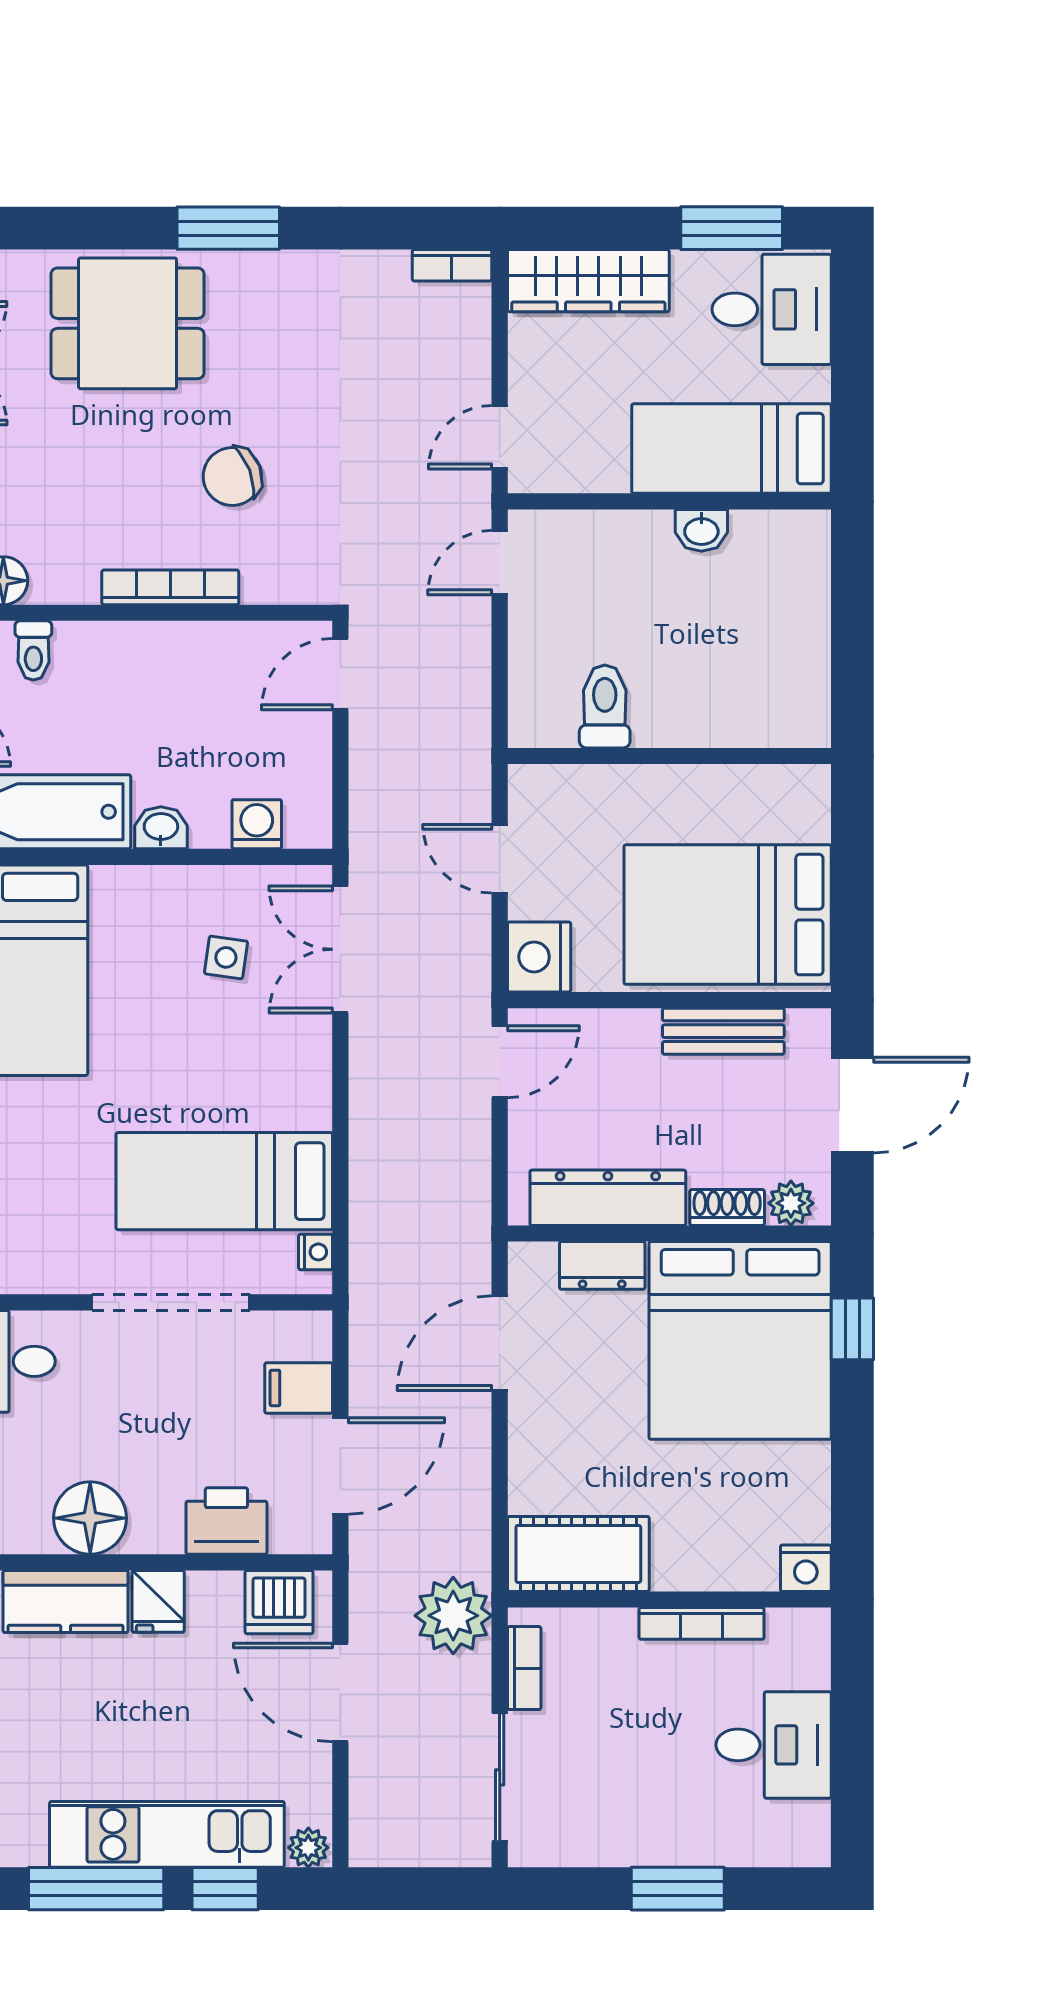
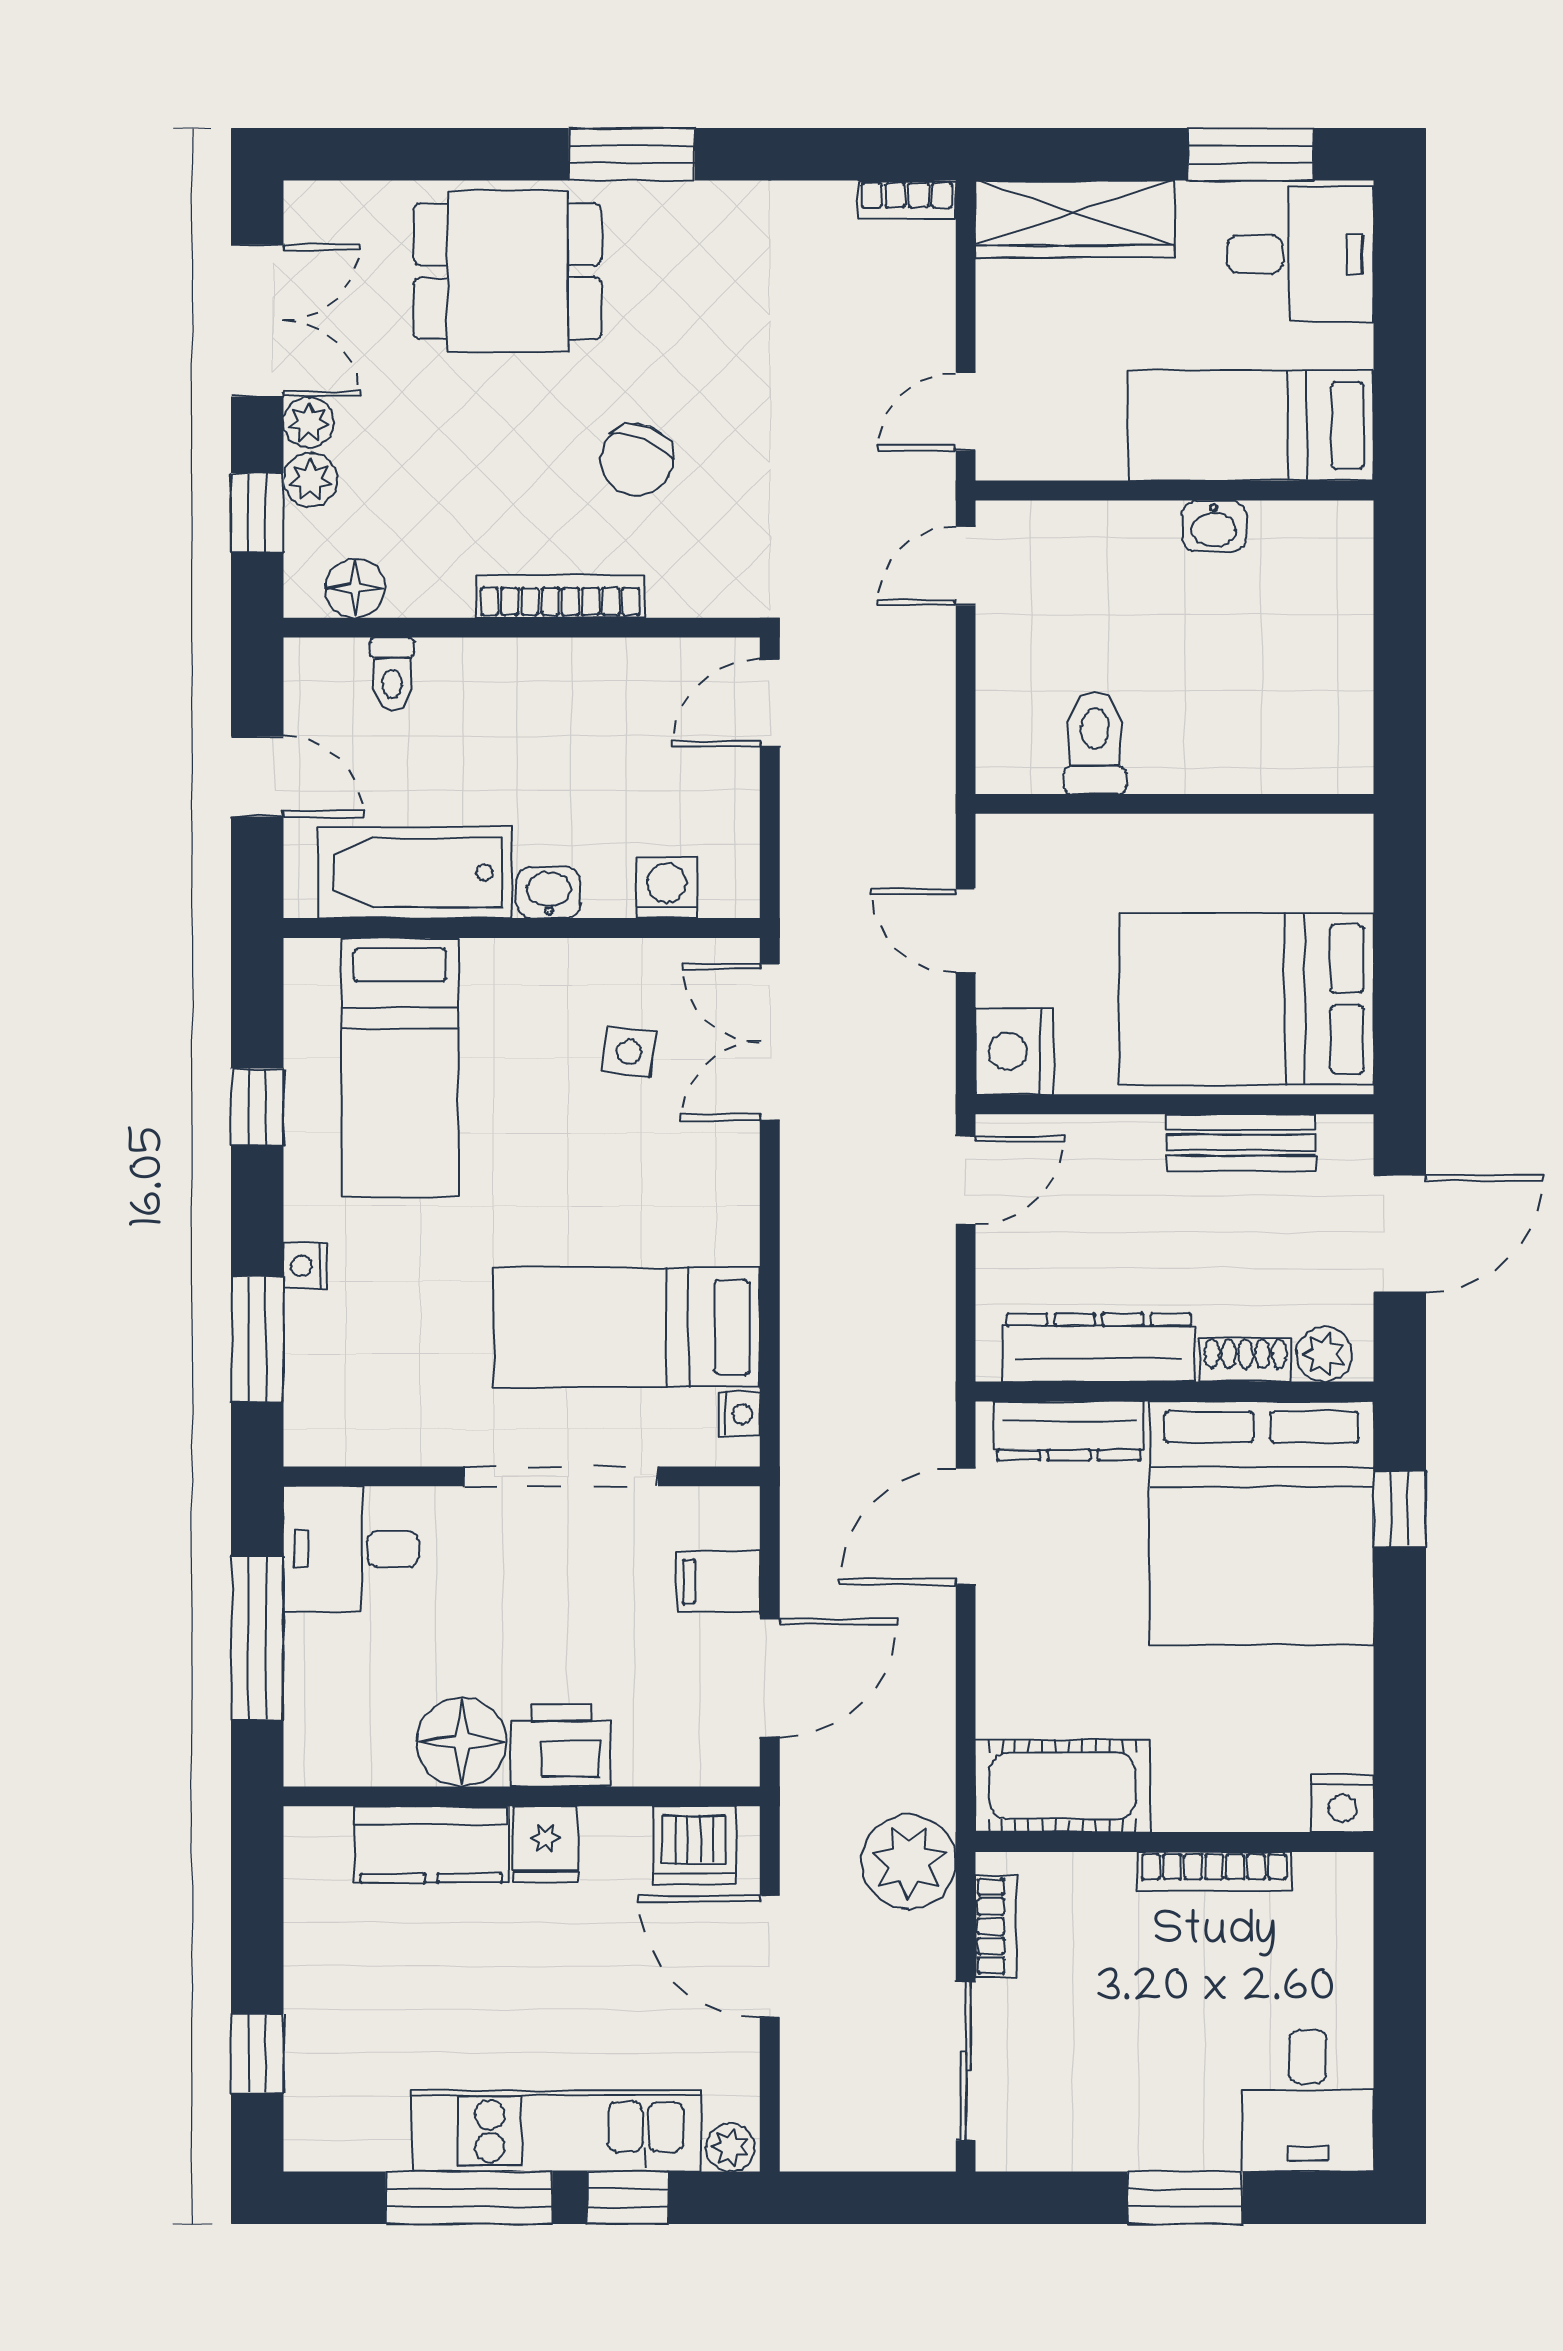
chair: (232, 476) -> (637, 460), turned -48
dresser: (602, 1265) -> (1069, 1431), width x1.44
printer: (226, 1521) -> (561, 1745), moved
desk: (774, 1745) -> (1308, 2101), moved, turned 90

